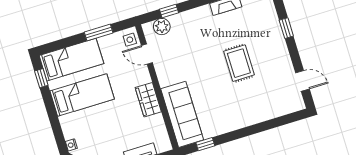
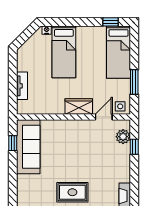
bed: (82, 95) -> (64, 52), moved
wardrobe: (148, 100) -> (79, 106), moved
sofa: (182, 114) -> (28, 147), moved, turned -90

